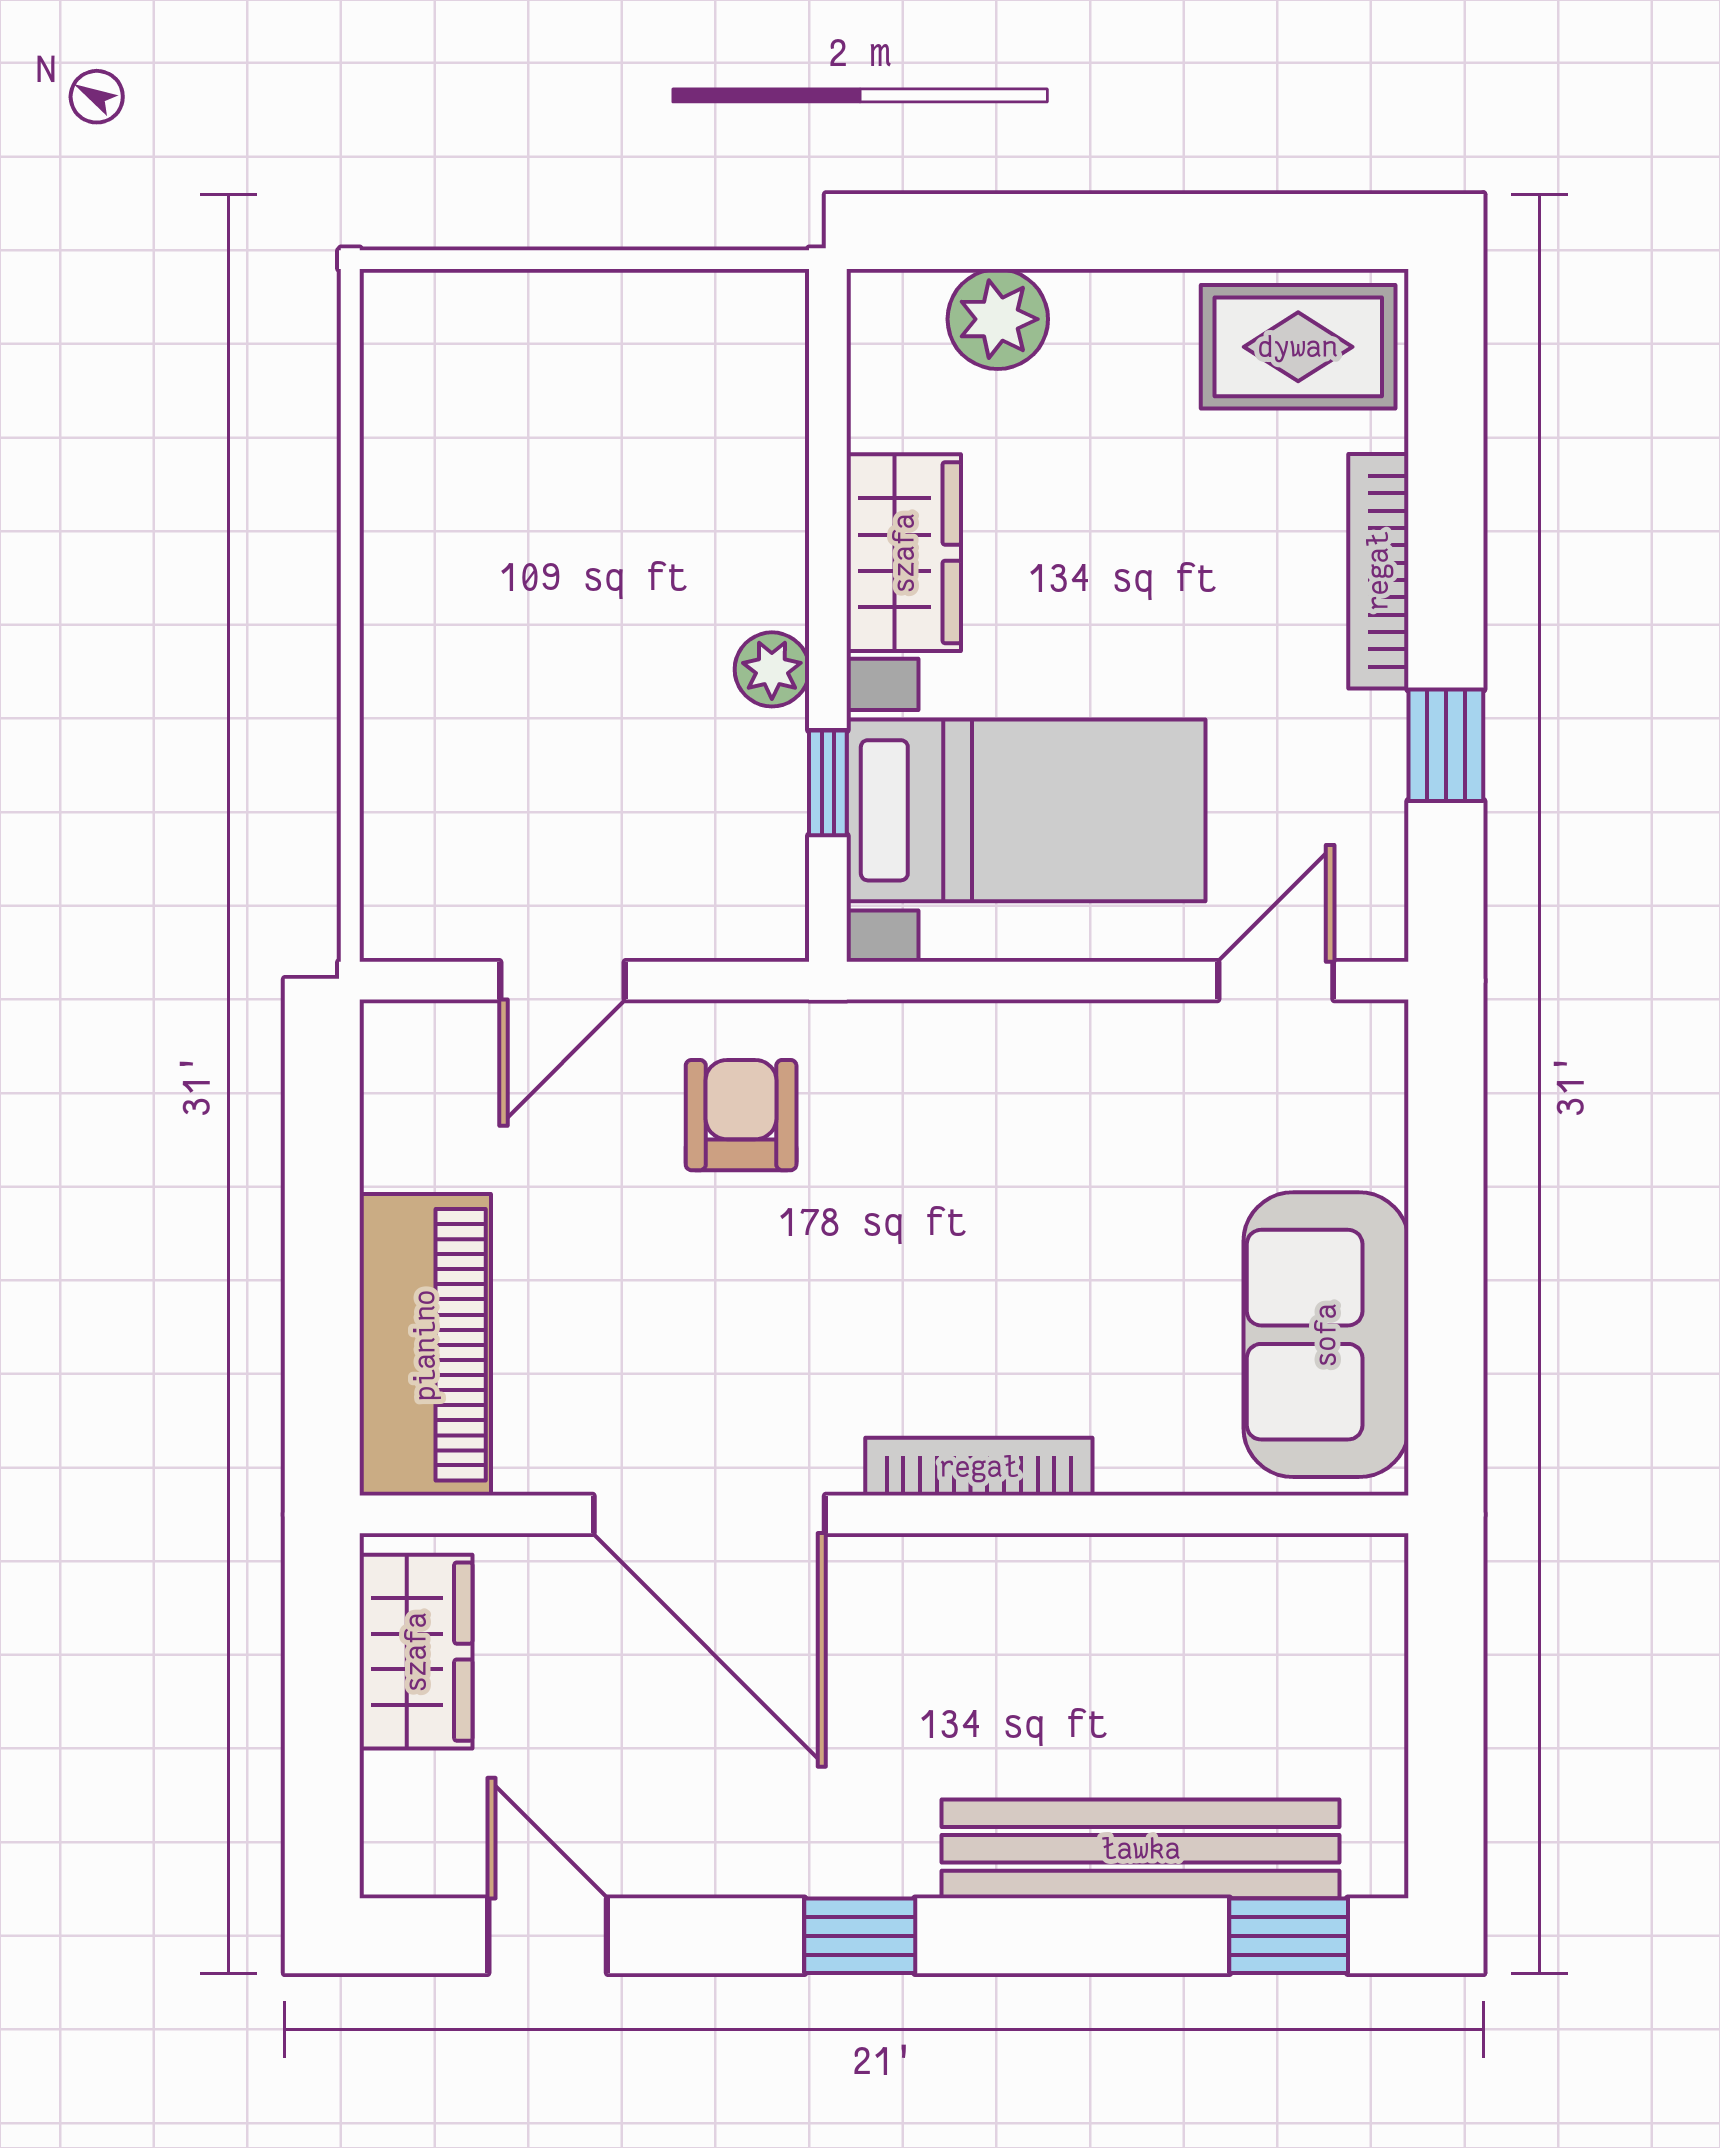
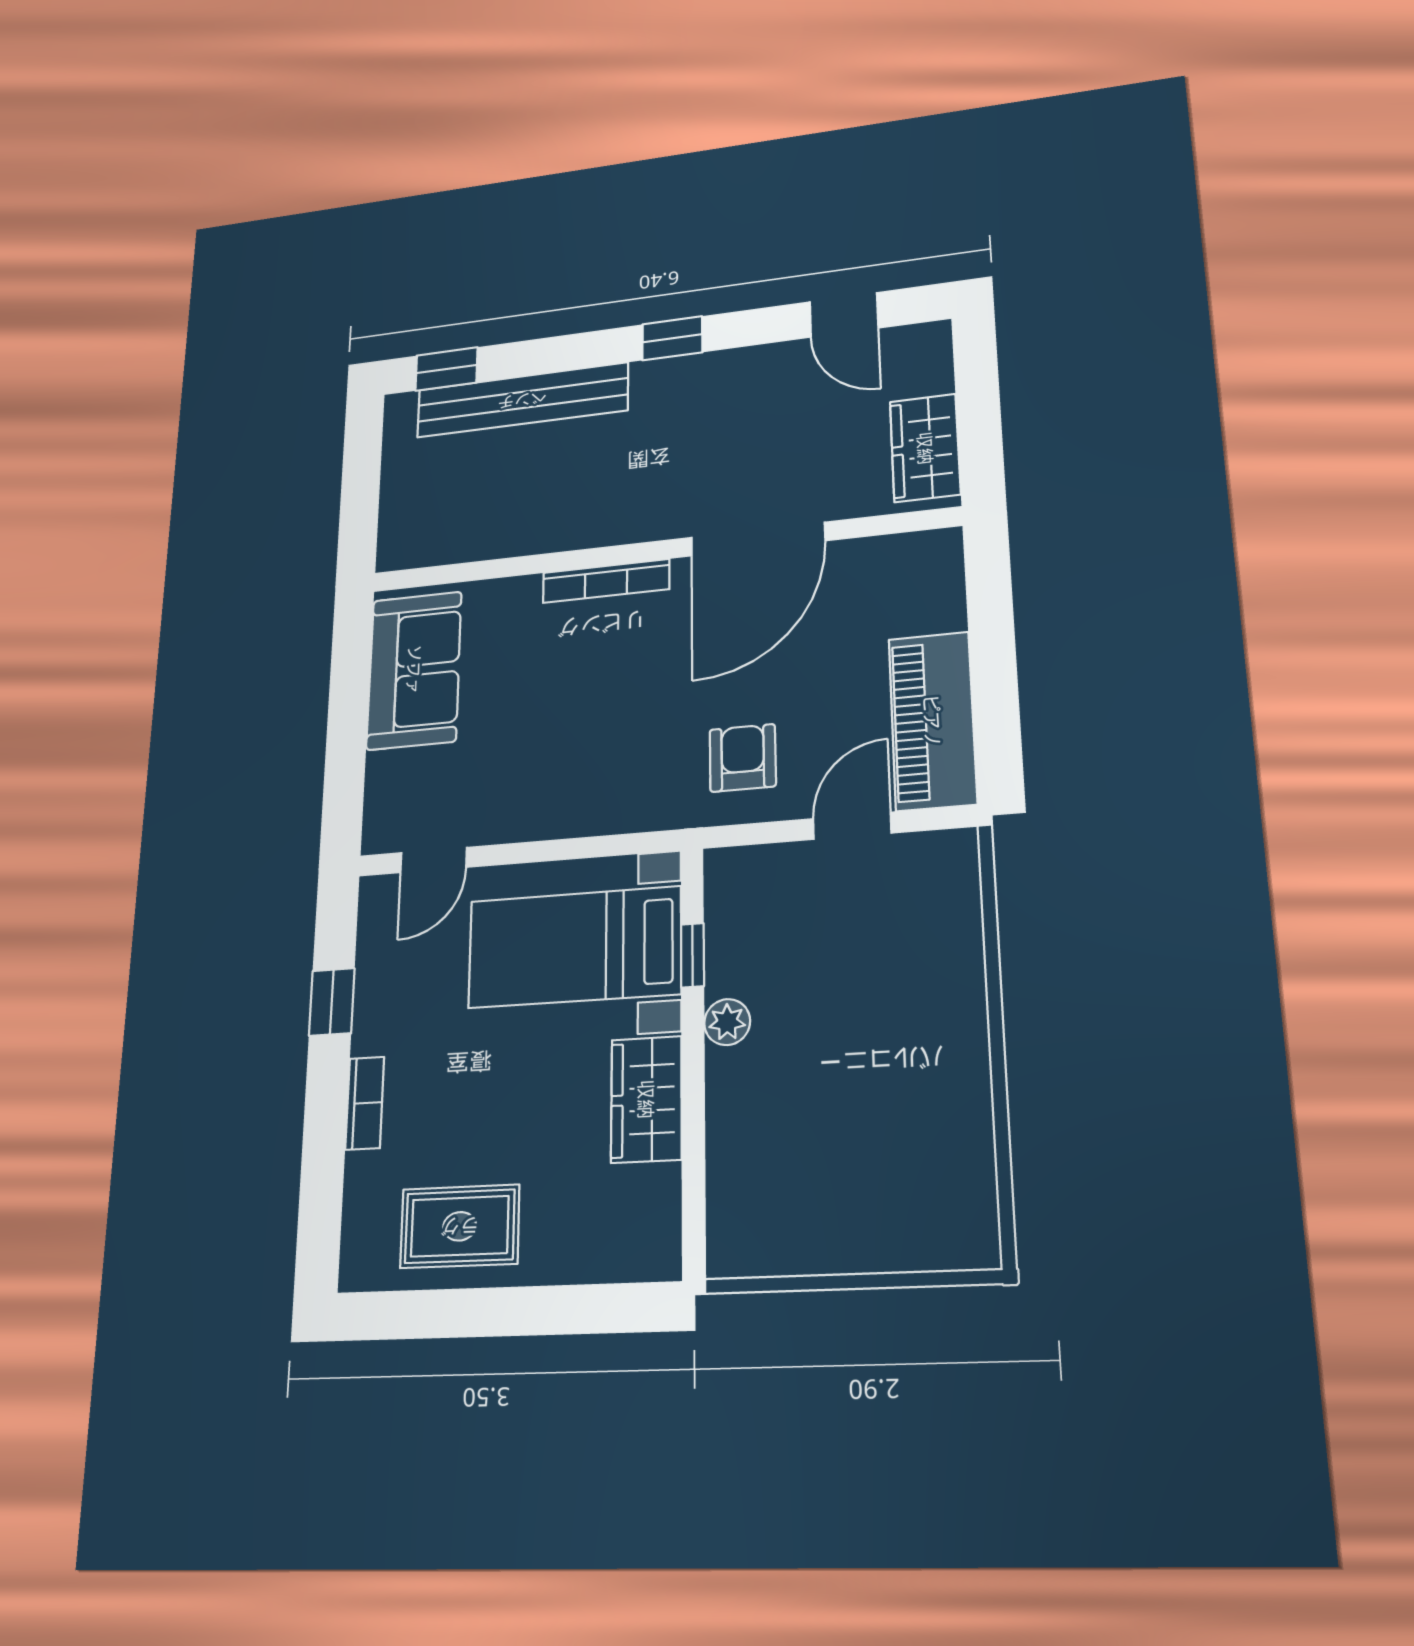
plant: (998, 319) -> (587, 1251), removed
rug: (1298, 347) -> (460, 1226), moved
bookcase: (1378, 571) -> (365, 1103), width x0.64
armchair: (741, 1115) -> (743, 758), turned 180
piano: (425, 1345) -> (932, 721), moved
door: (709, 1514) -> (758, 539), swing flipped

